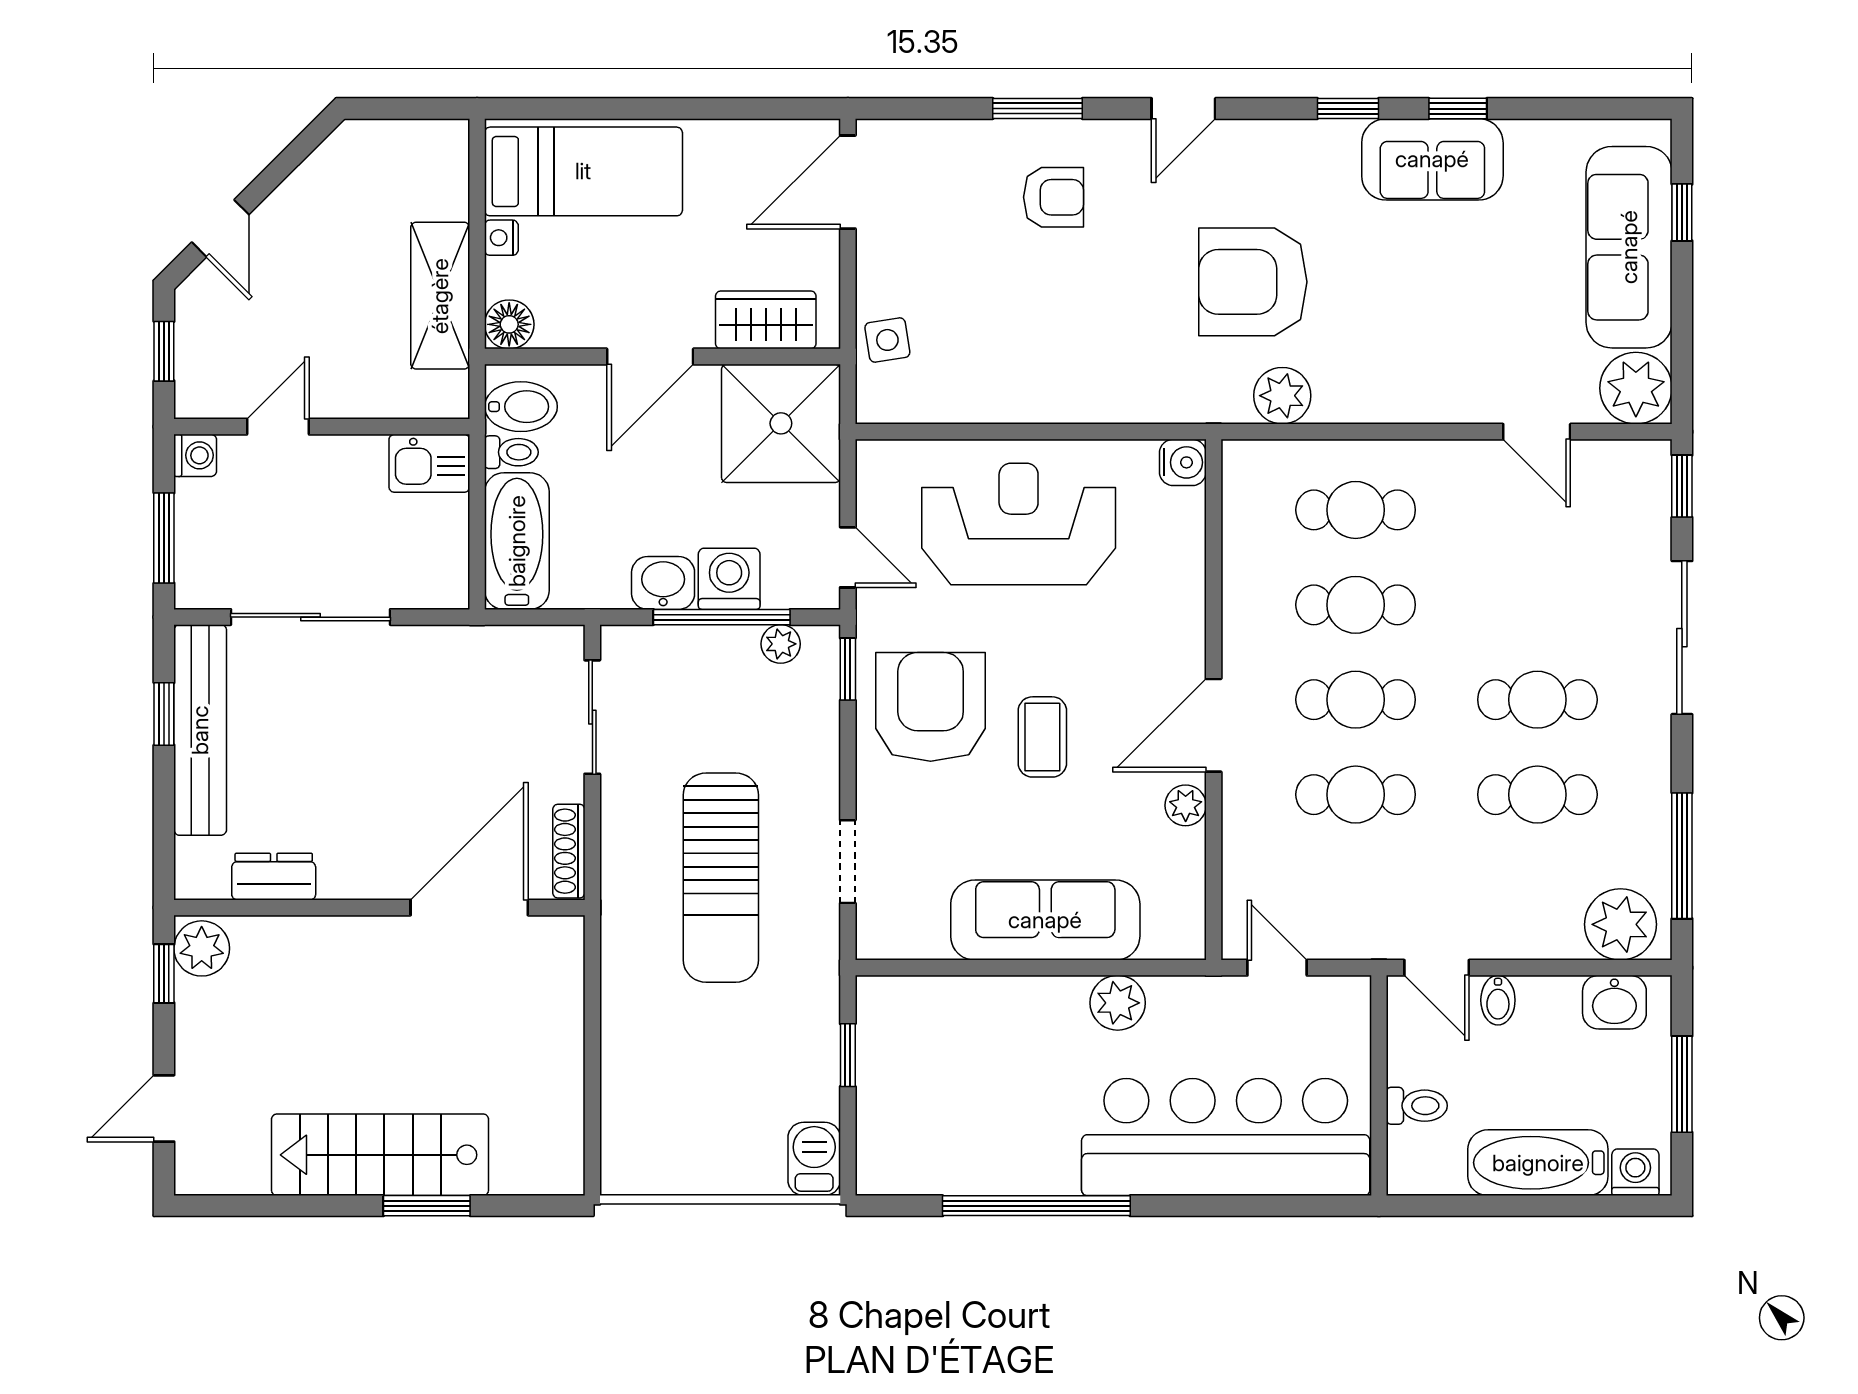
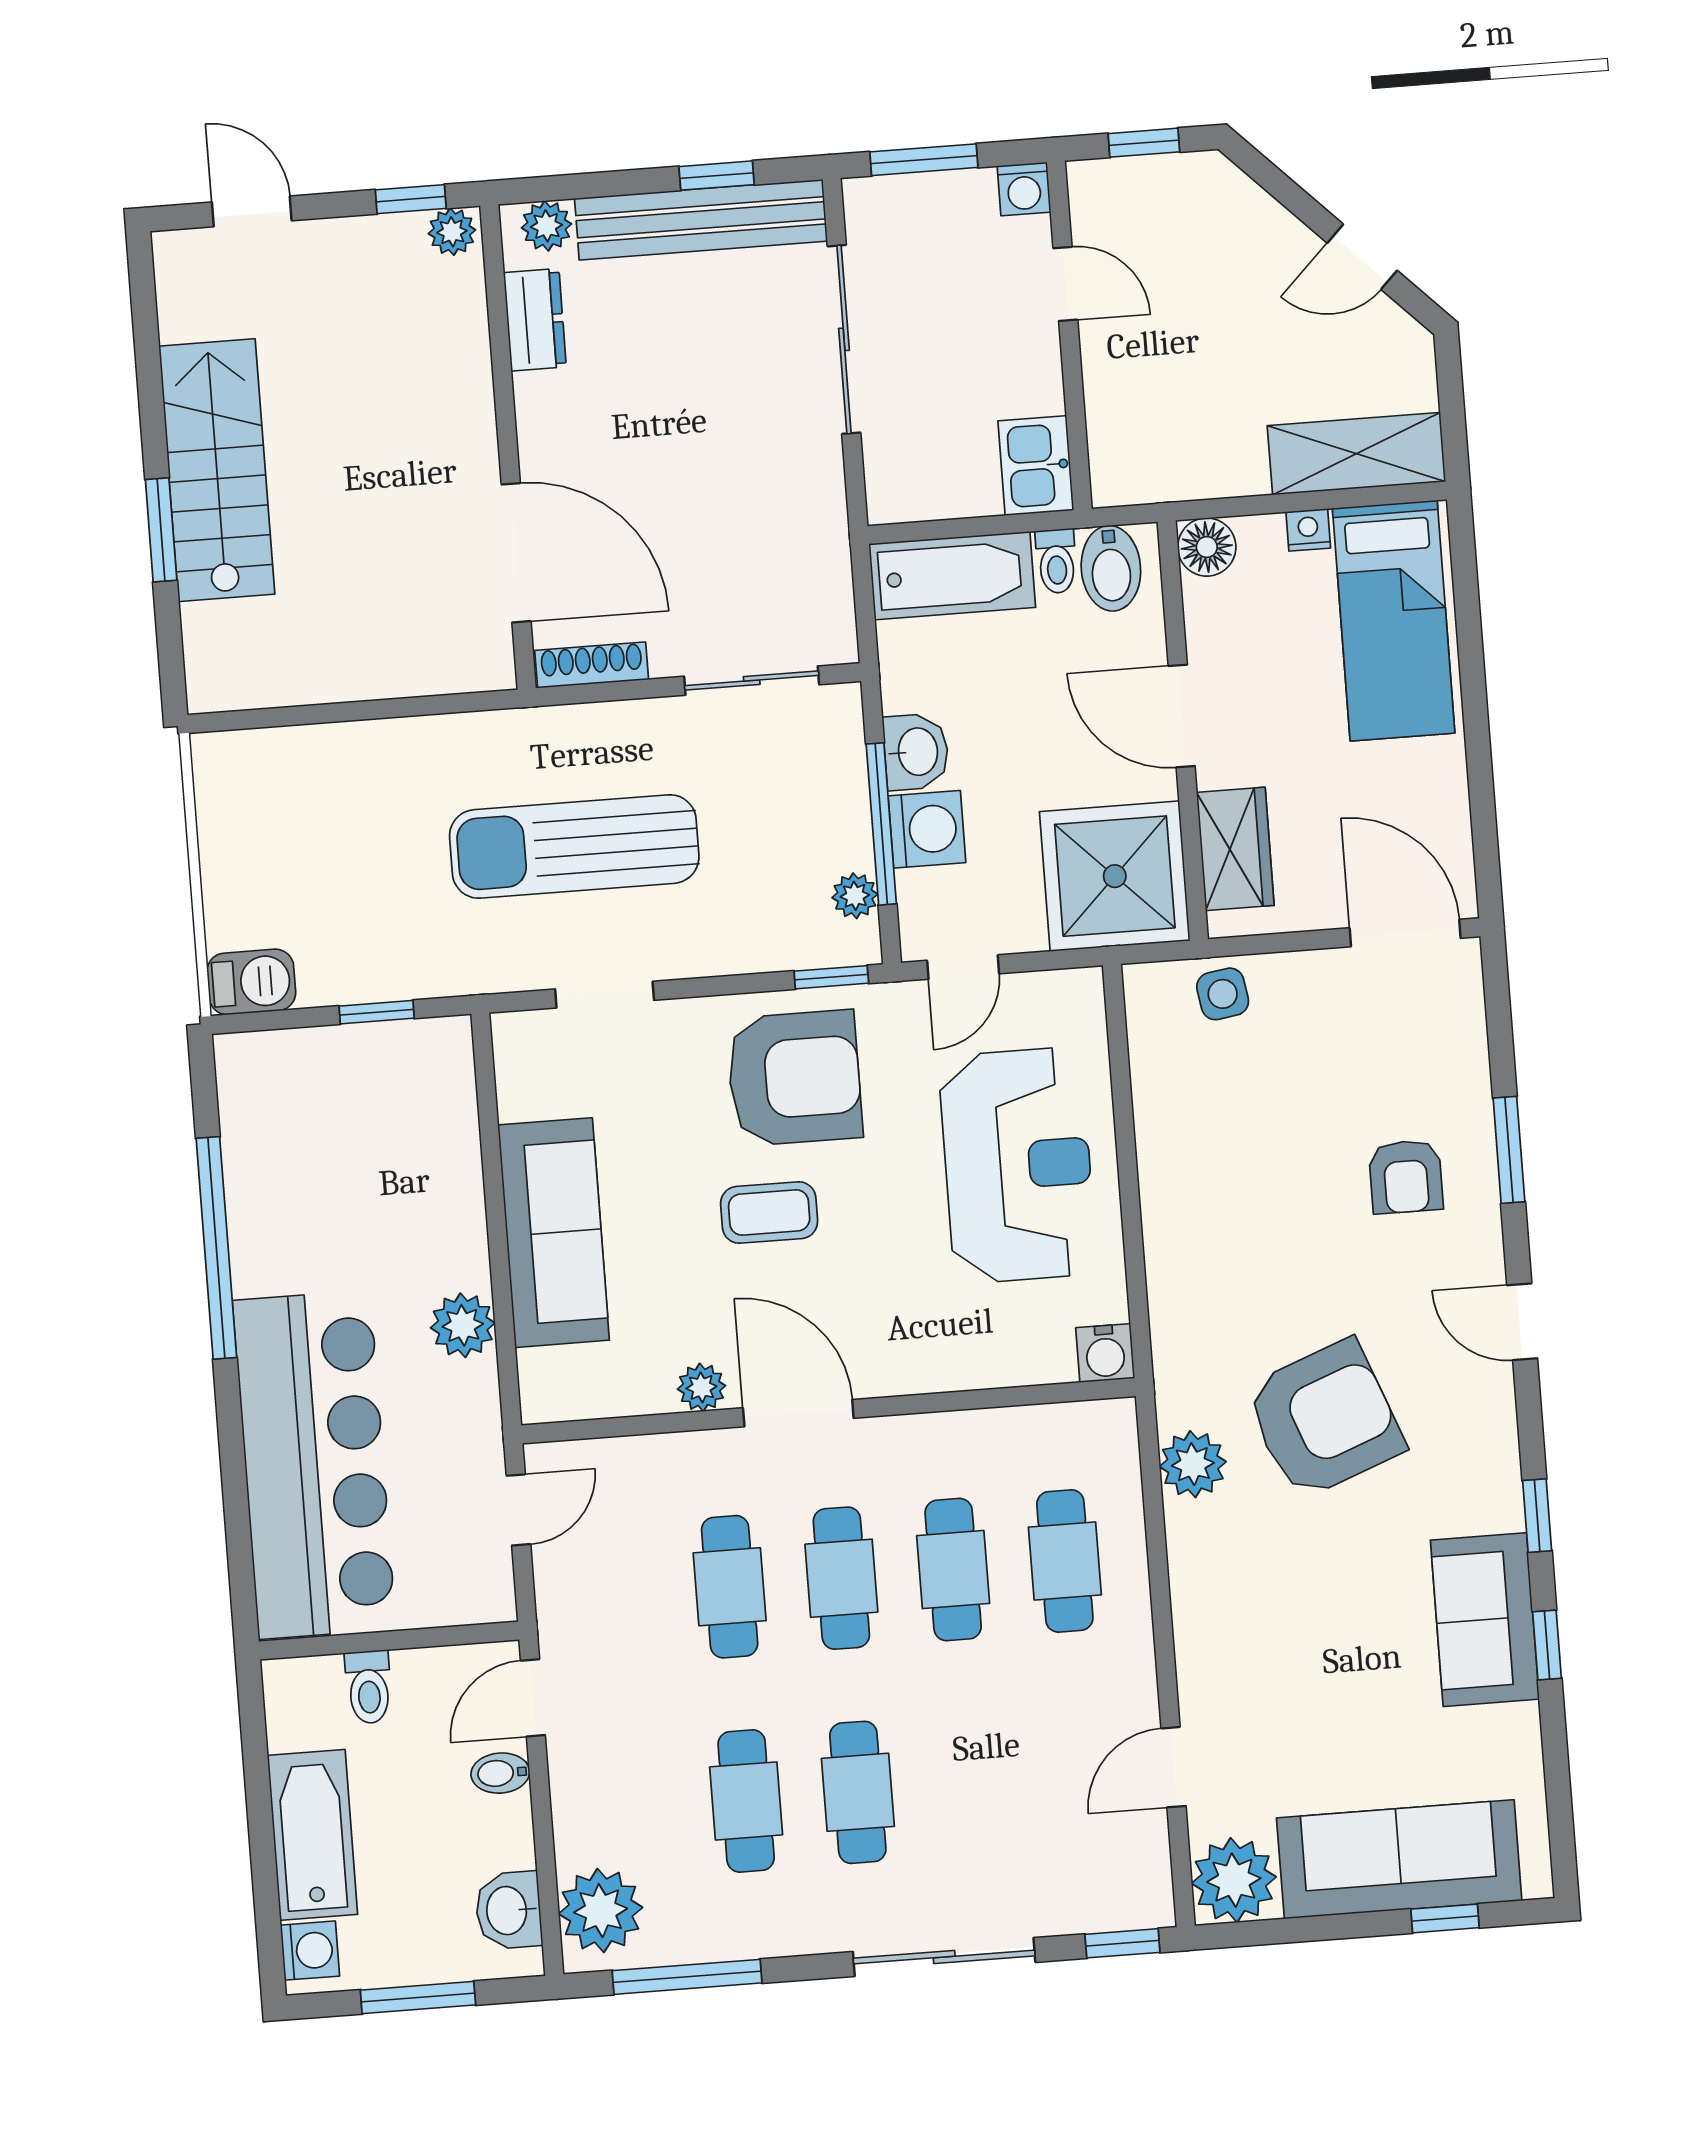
door: (220, 228) -> (1362, 257), moved
armchair: (1253, 282) -> (1324, 1419), turned 69
shelving: (440, 296) -> (1356, 454), moved
plant: (195, 861) -> (547, 226), added
plant: (202, 948) -> (452, 232), width x0.73, depth x0.73

